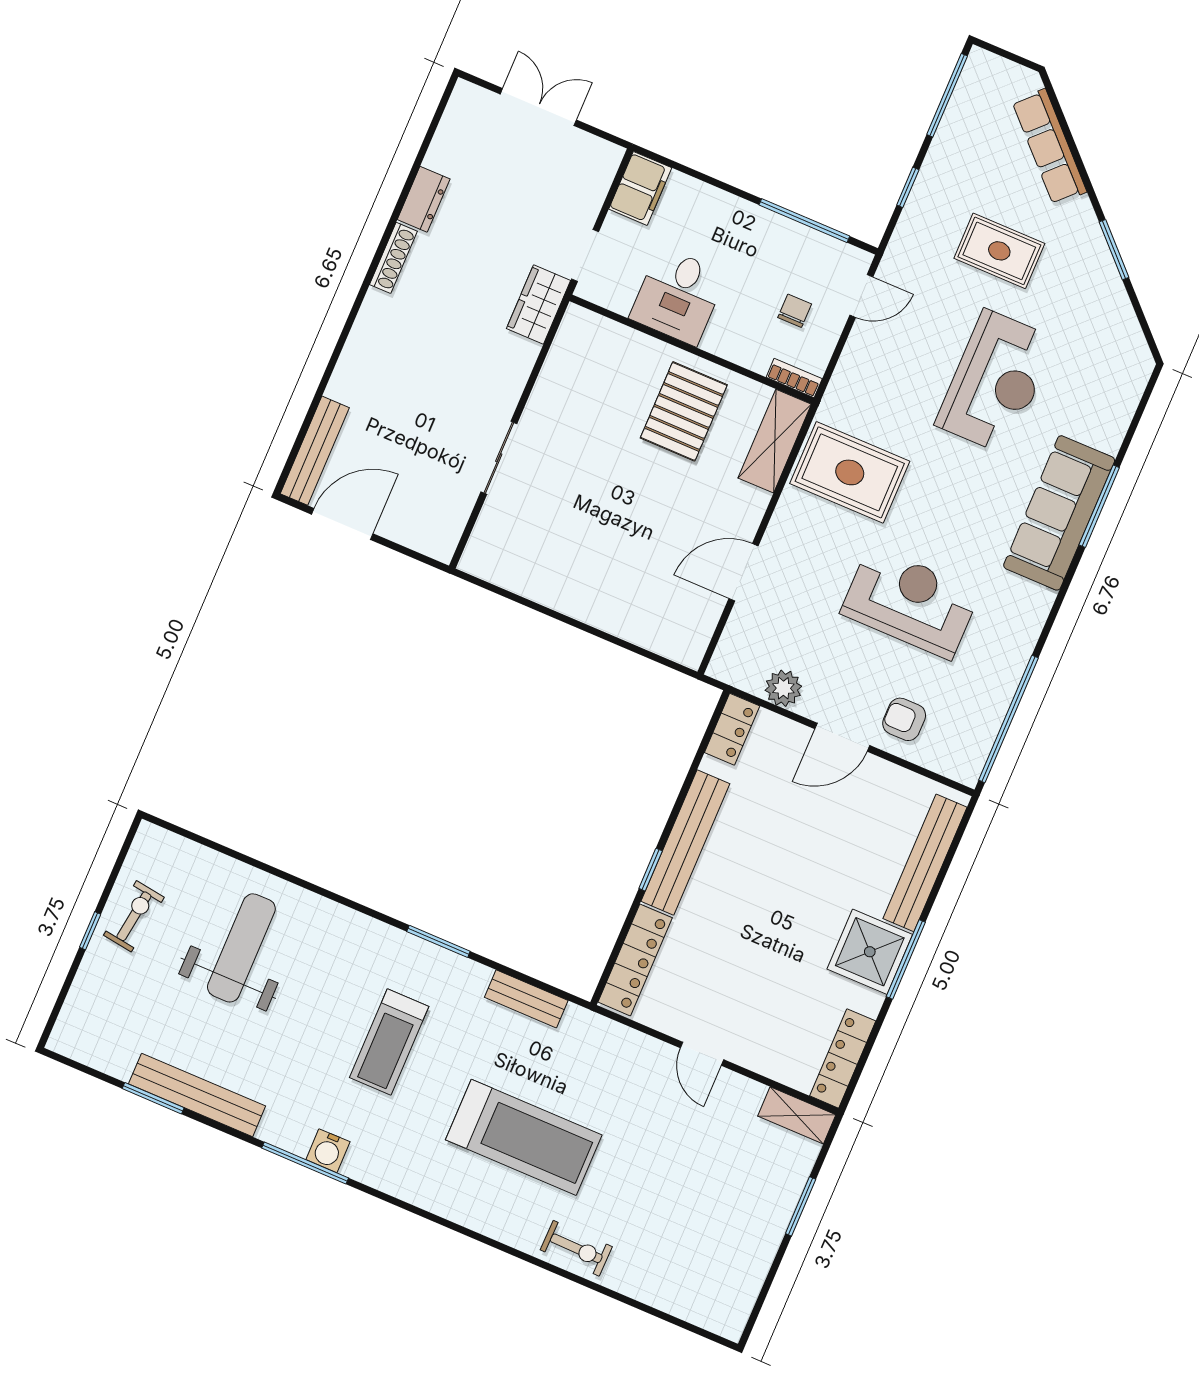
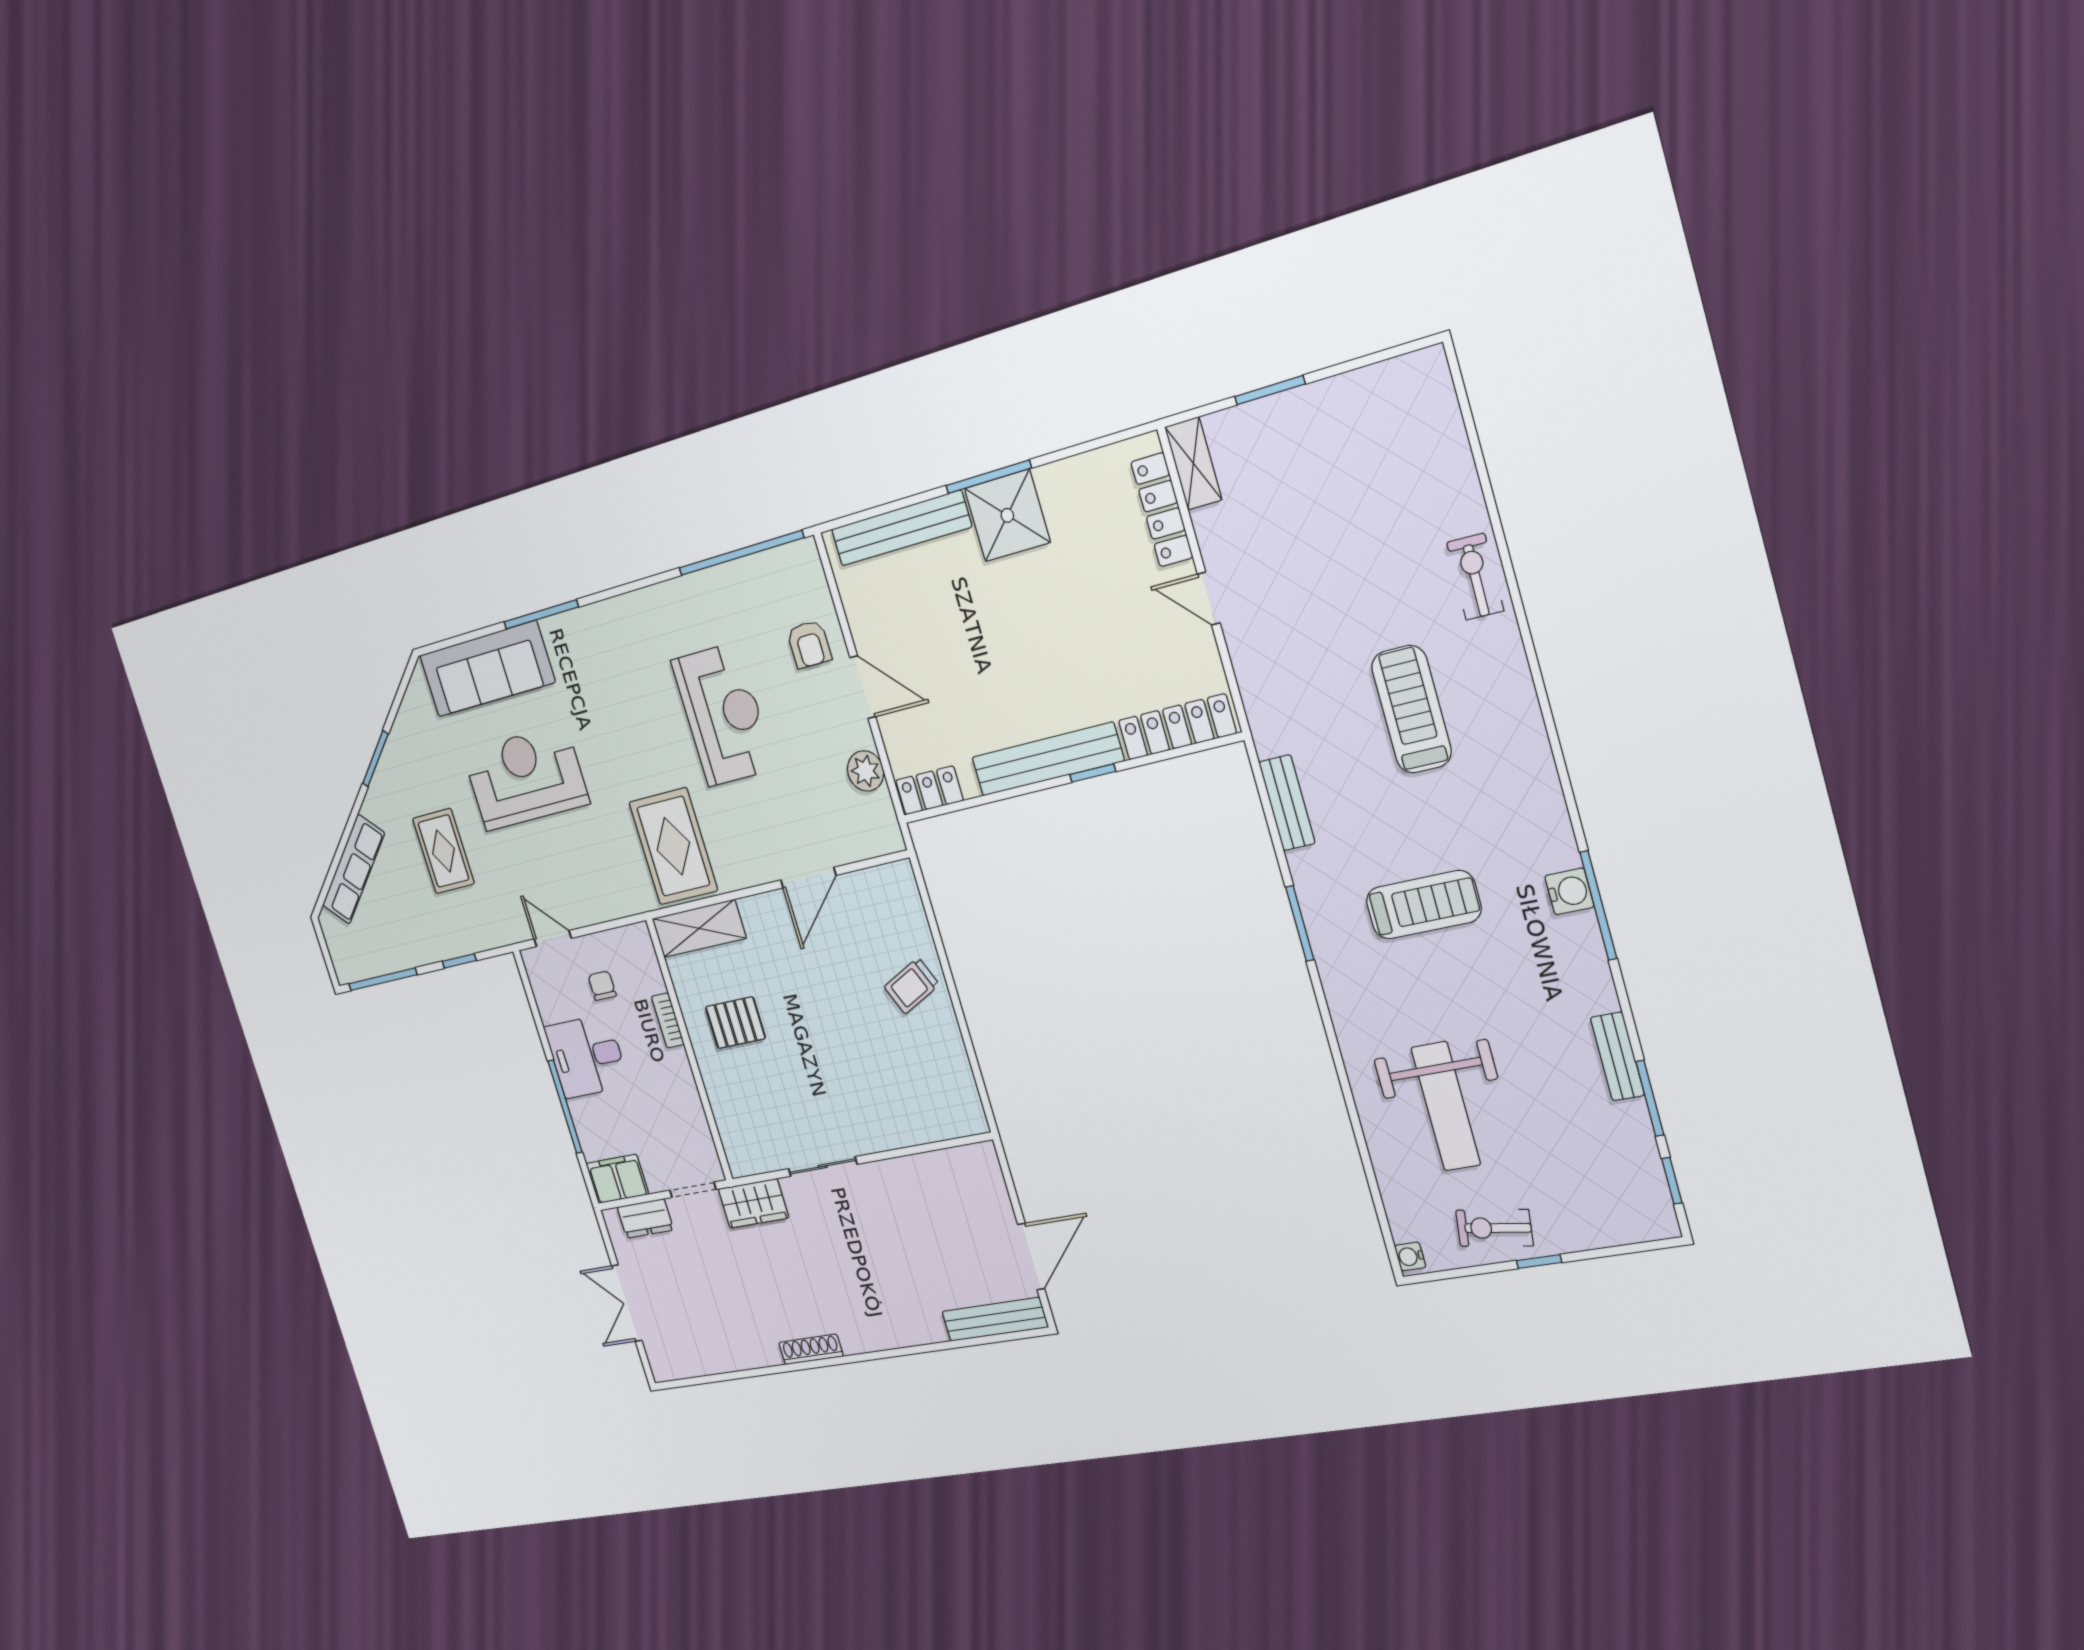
dresser: (424, 199) -> (645, 1219), moved, turned 180
window: (804, 221) -> (565, 1107), moved
desk: (678, 296) -> (587, 1056), moved, turned 180
chair: (795, 311) -> (602, 986), turned 90
bookcase: (794, 378) -> (668, 1020), moved
pallet: (684, 411) -> (735, 1023), width x0.67, depth x0.71
sliding door: (499, 458) -> (823, 1166), moved
sofa: (1059, 513) -> (487, 669), moved
door: (342, 524) -> (1031, 1257), swing flipped
door: (744, 572) -> (808, 878), hinge flipped
trolley: (606, 593) -> (912, 986), added
reception desk: (910, 602) -> (723, 715), turned 180
water cooler: (153, 836) -> (1410, 1256), added
weight bench: (241, 948) -> (1446, 1106), turned -90
door: (702, 1054) -> (1209, 599), swing flipped
locker: (843, 1058) -> (1162, 510), moved, turned 90
window: (87, 1070) -> (1672, 1181), added
bench: (197, 1095) -> (1617, 1056), width x0.54, depth x0.82
treadmill: (524, 1137) -> (1411, 709), width x0.73, depth x0.73

